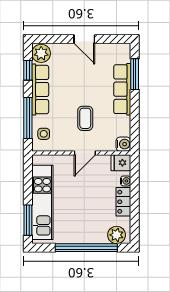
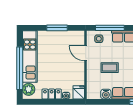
water cooler: (123, 144) -> (106, 94), moved
door: (85, 153) -> (86, 53), moved
kitchen unit: (42, 202) -> (30, 56), moved, turned -90
window: (28, 220) -> (57, 28), moved

